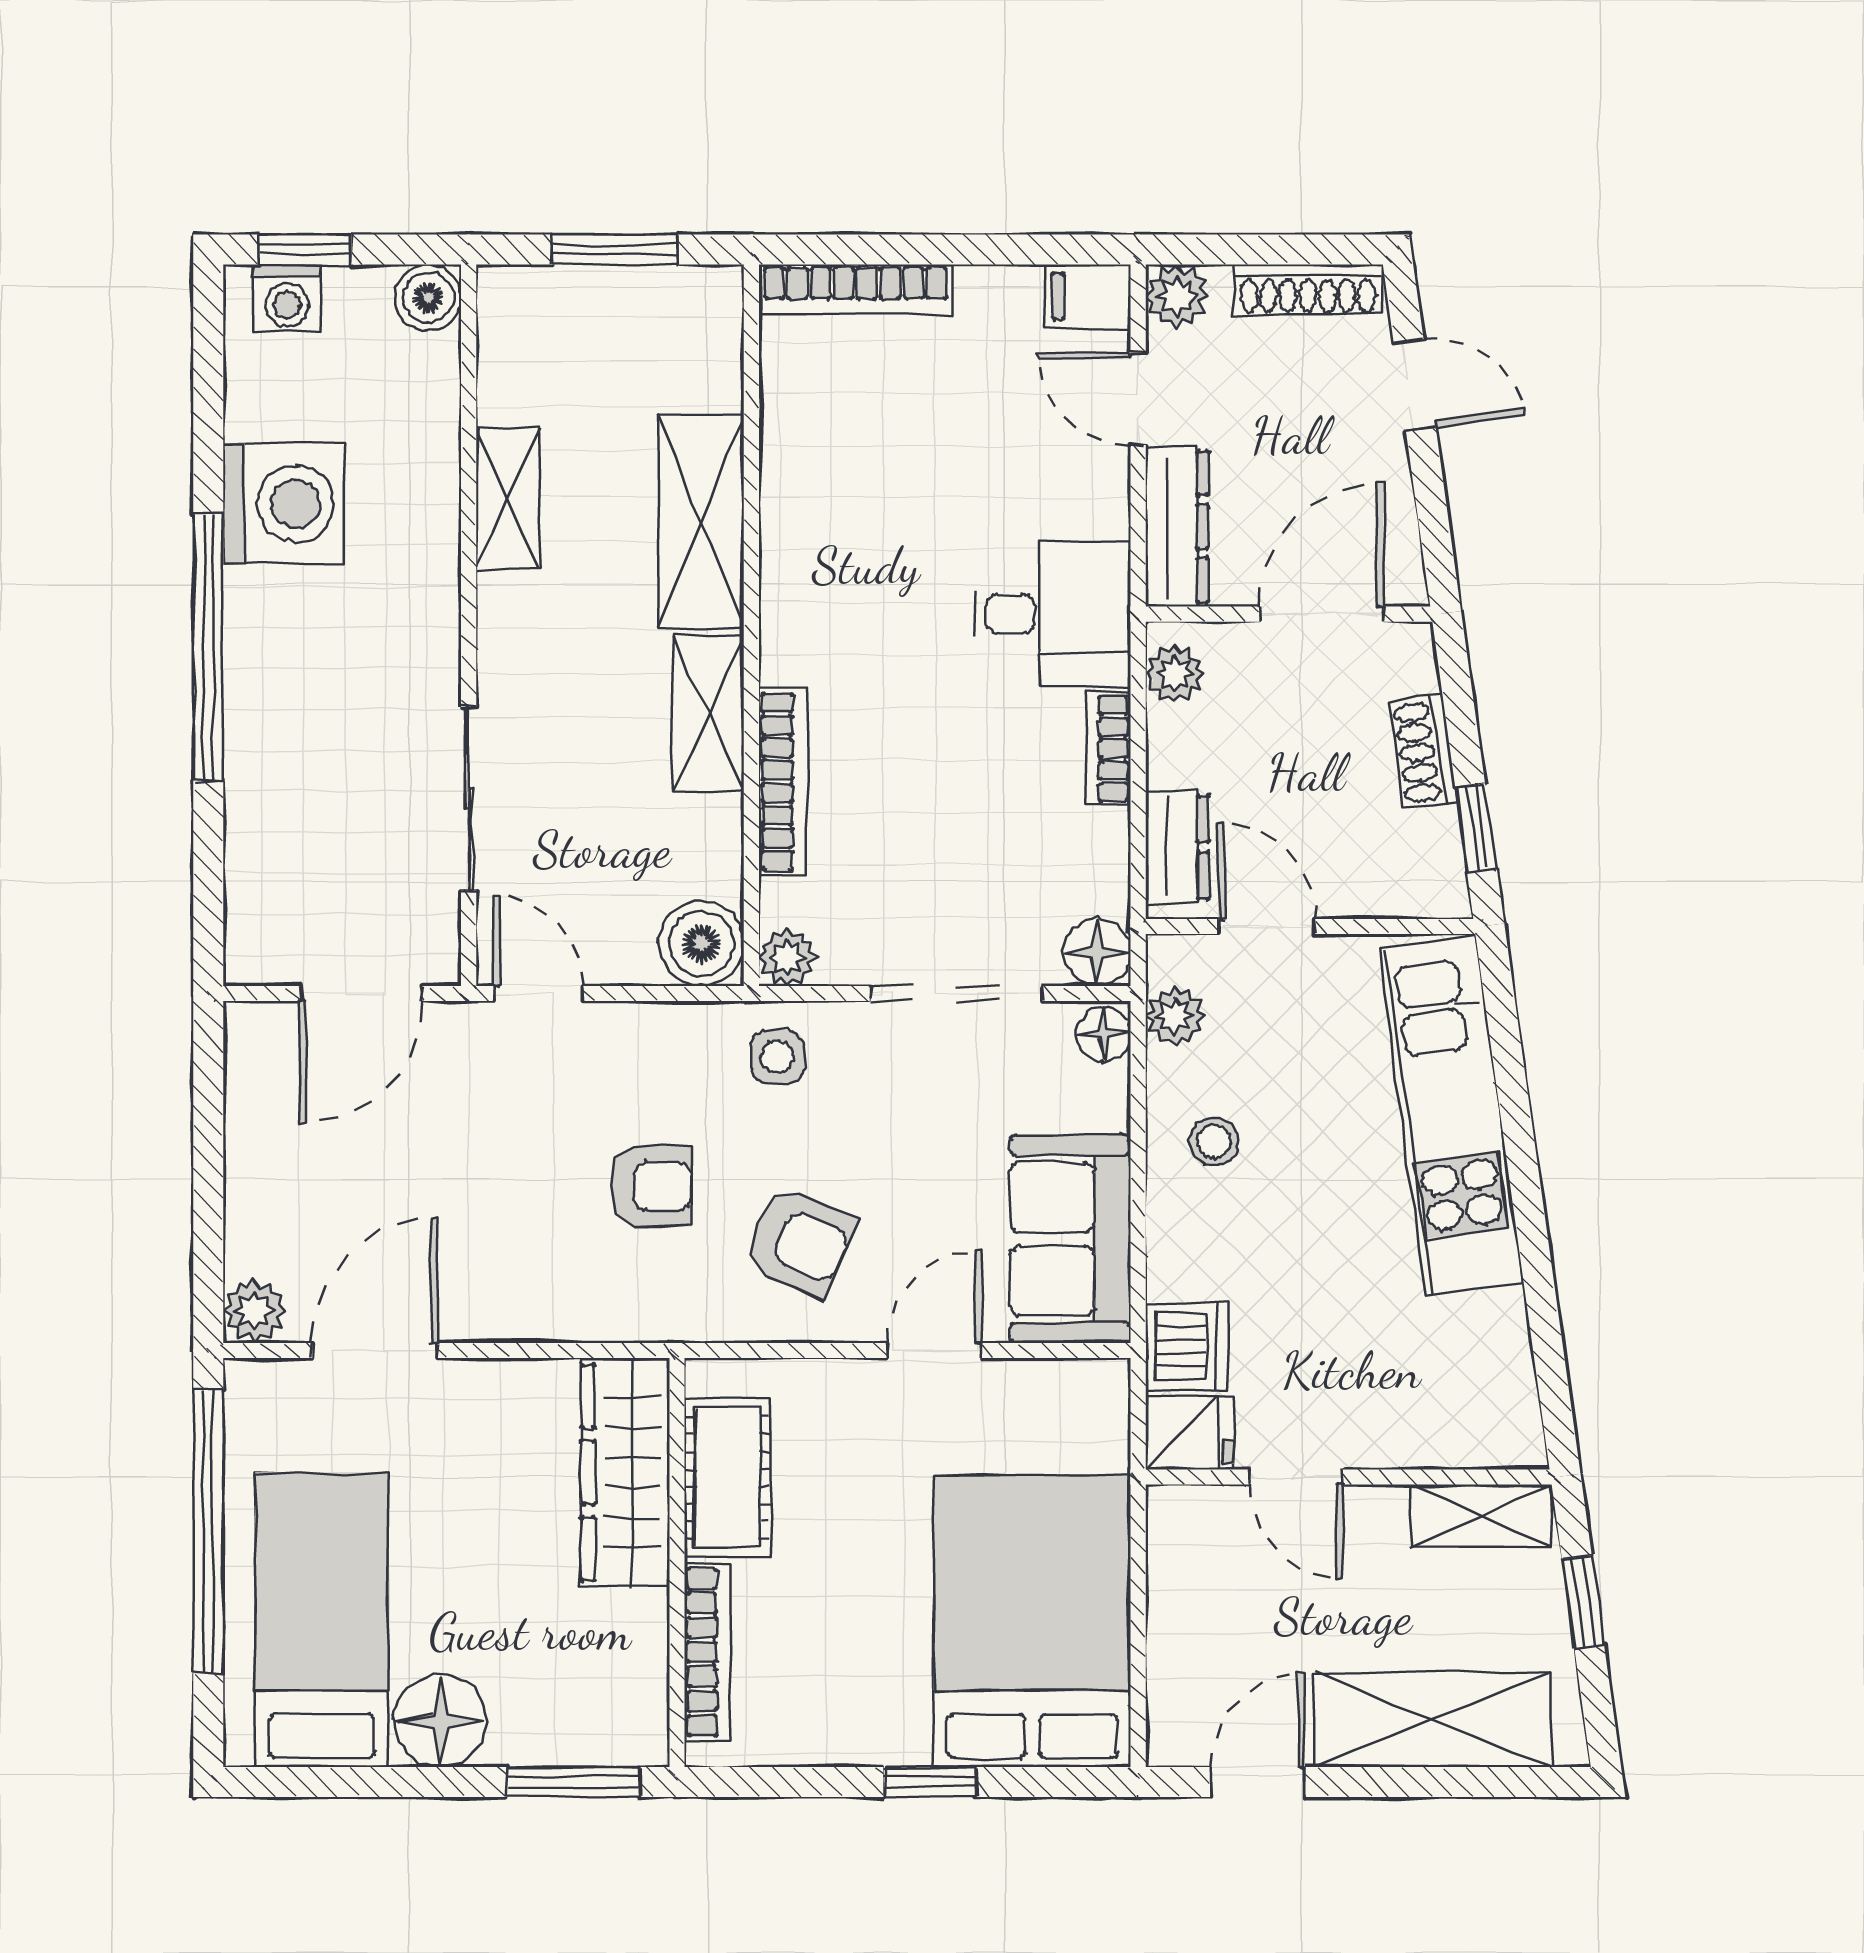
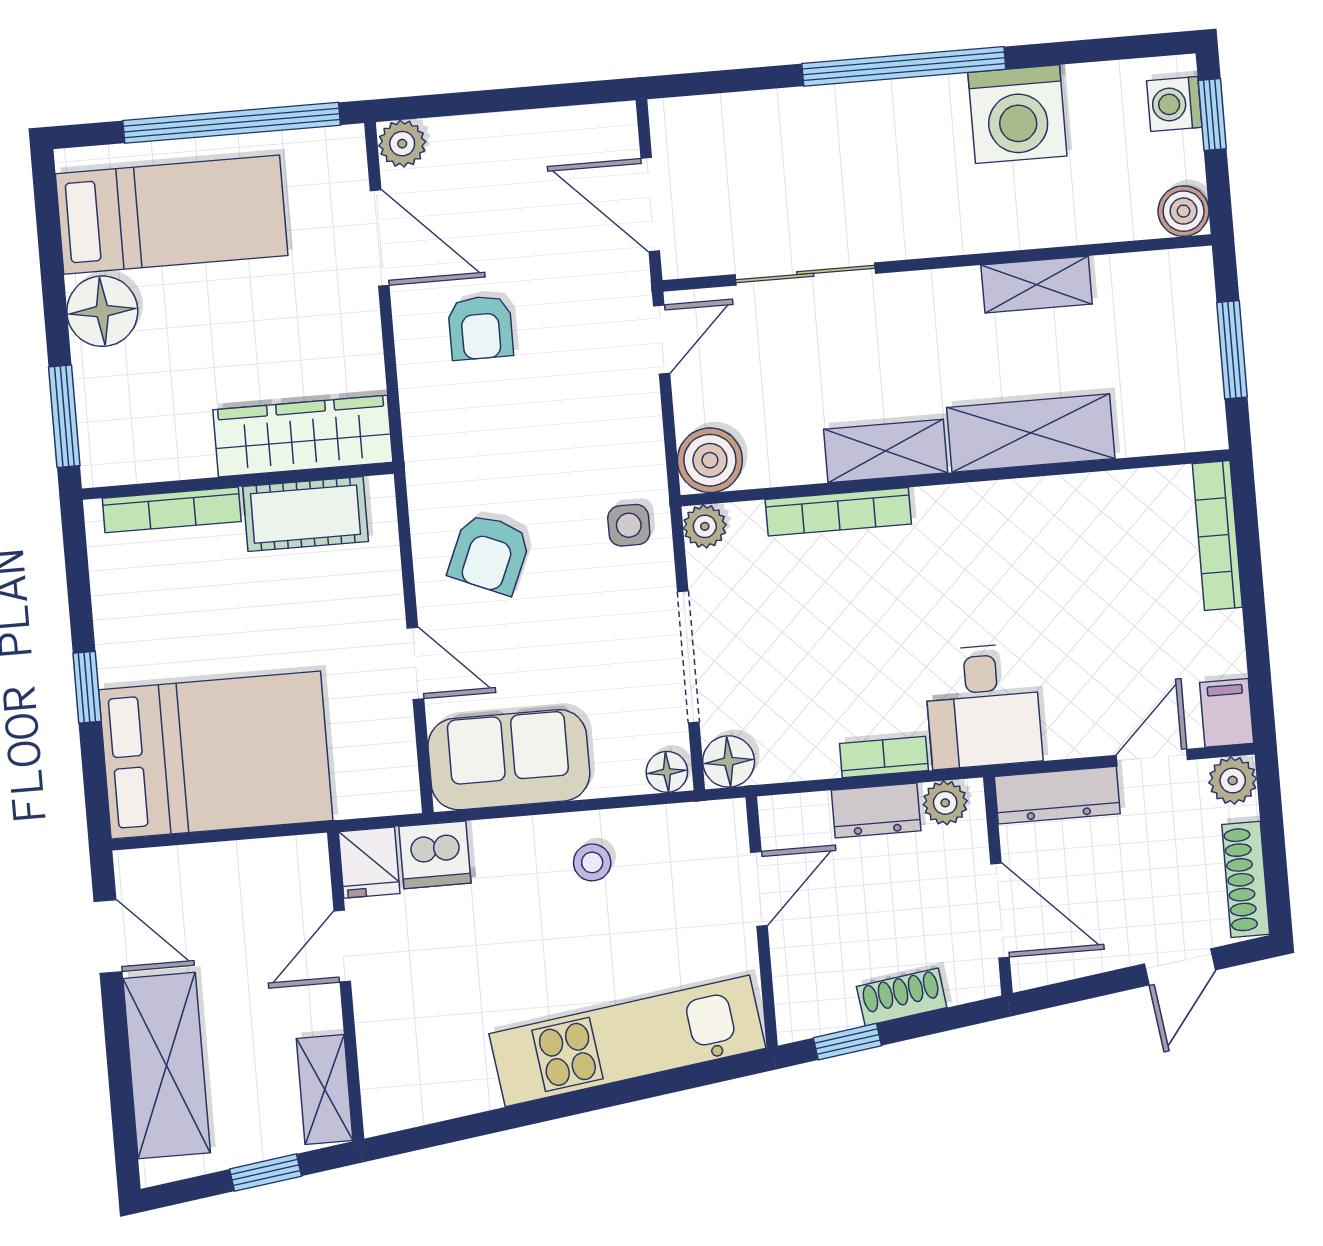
dresser: (1177, 847) -> (876, 811), moved
plant: (1175, 1016) -> (685, 825), removed
armchair: (651, 1186) -> (481, 328), moved

